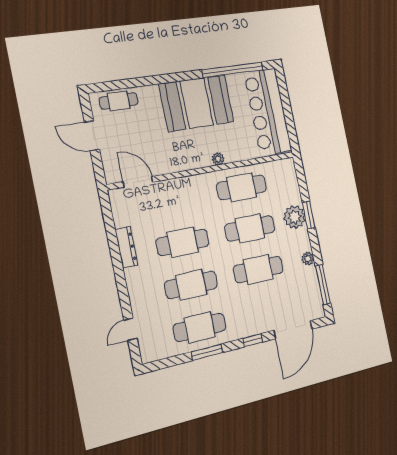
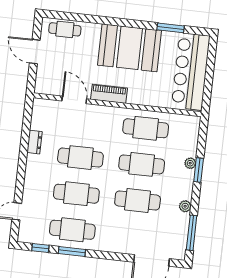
window: (233, 70) -> (171, 28), width x0.47
plant: (218, 159) -> (133, 99), removed
piano: (191, 161) -> (109, 94), added
door: (138, 182) -> (74, 100), moved
plant: (294, 217) -> (190, 163), width x0.53, depth x0.53
dresser: (126, 247) -> (35, 142), width x0.70
window: (253, 340) -> (40, 248), moved

